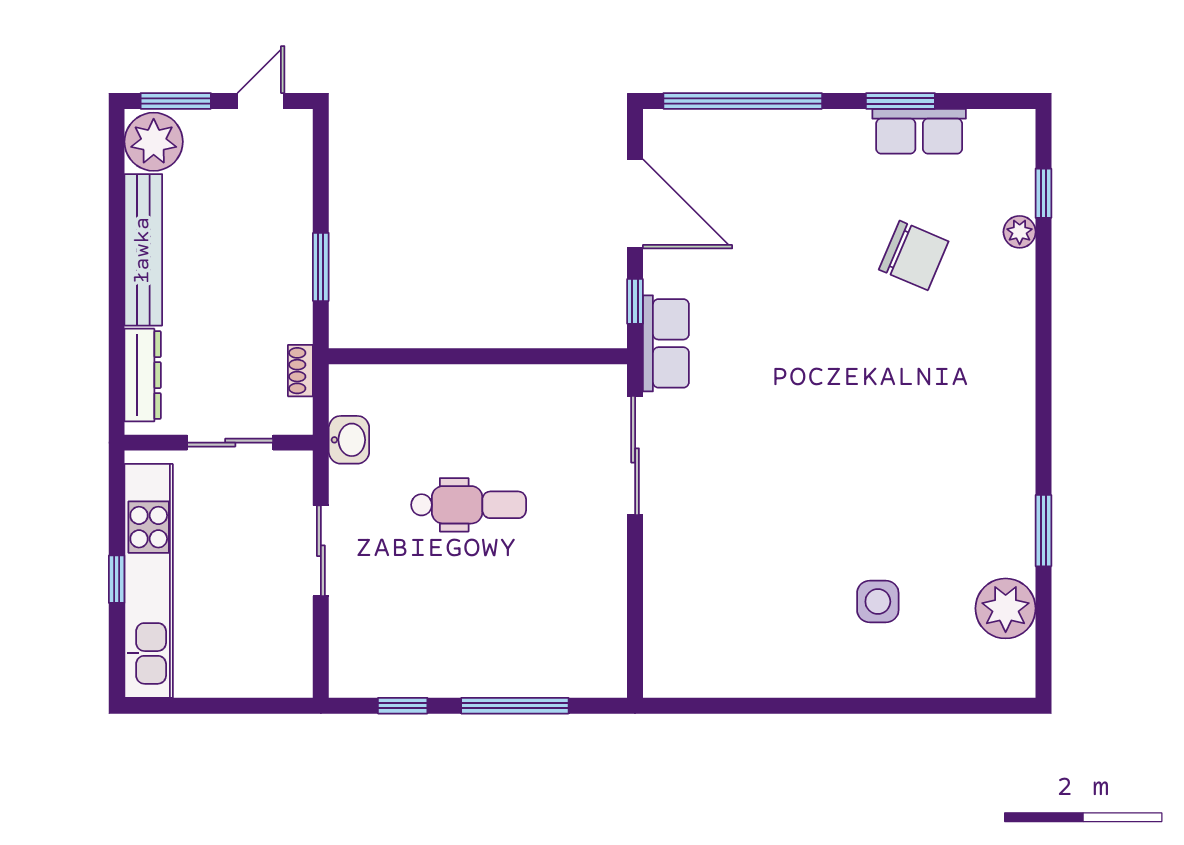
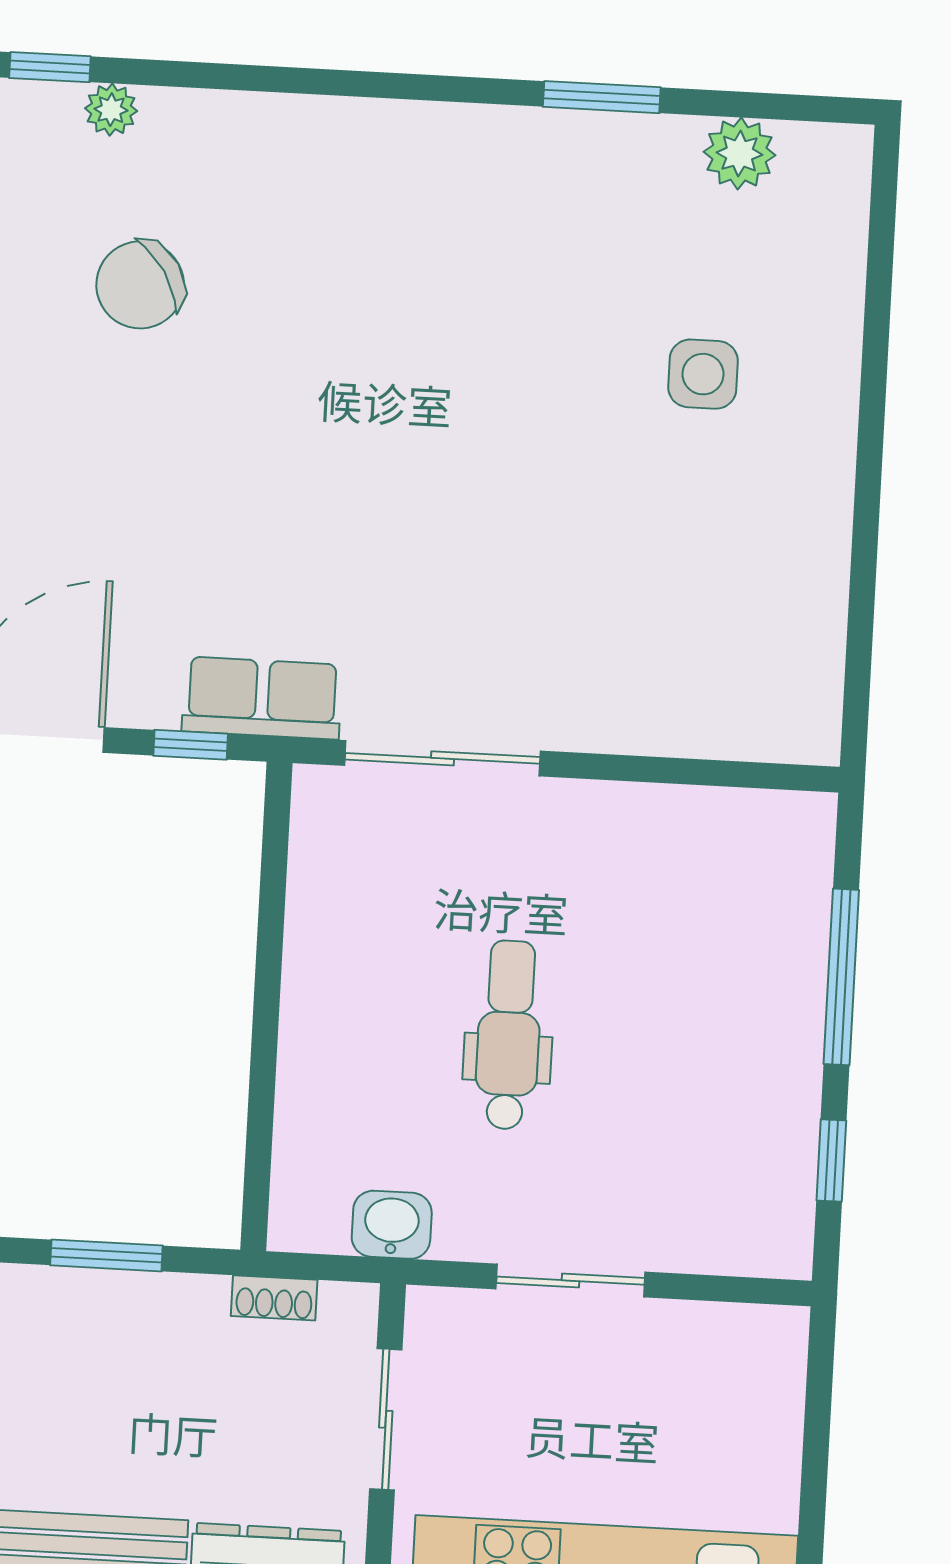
chair: (914, 255) -> (140, 285), turned -145
plant: (1006, 608) -> (739, 154), width x0.73, depth x0.73

